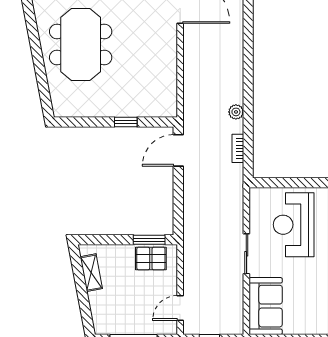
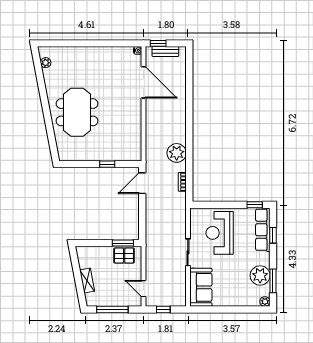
plant: (236, 112) -> (177, 153), width x1.88, depth x1.88
shelving: (91, 273) -> (87, 281), moved
door: (180, 308) -> (144, 289), hinge flipped

